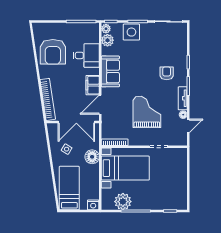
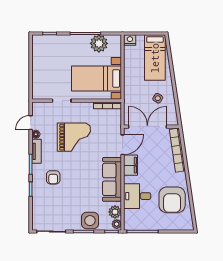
armchair: (53, 52) -> (172, 200), turned 180
sofa: (110, 71) -> (112, 179), width x1.36
grand piano: (147, 112) -> (74, 137), turned -90
floor lamp: (92, 157) -> (131, 90), removed

